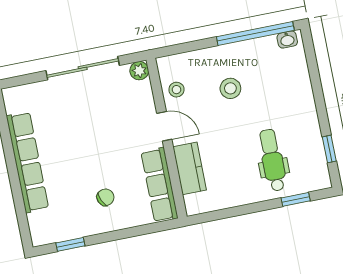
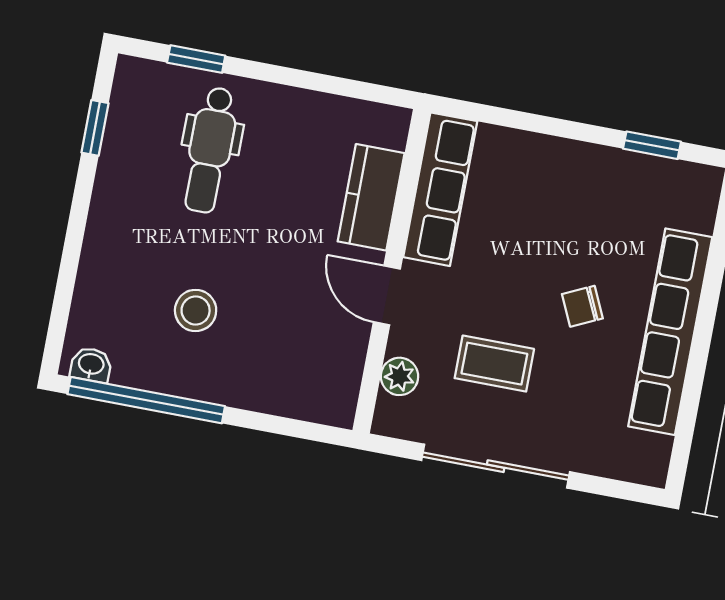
plant: (139, 71) -> (400, 376), moved
stool: (230, 88) -> (196, 310), moved
stool: (176, 90) -> (336, 355), removed
coffee table: (102, 115) -> (494, 364), added
chair: (105, 197) -> (582, 306), moved

